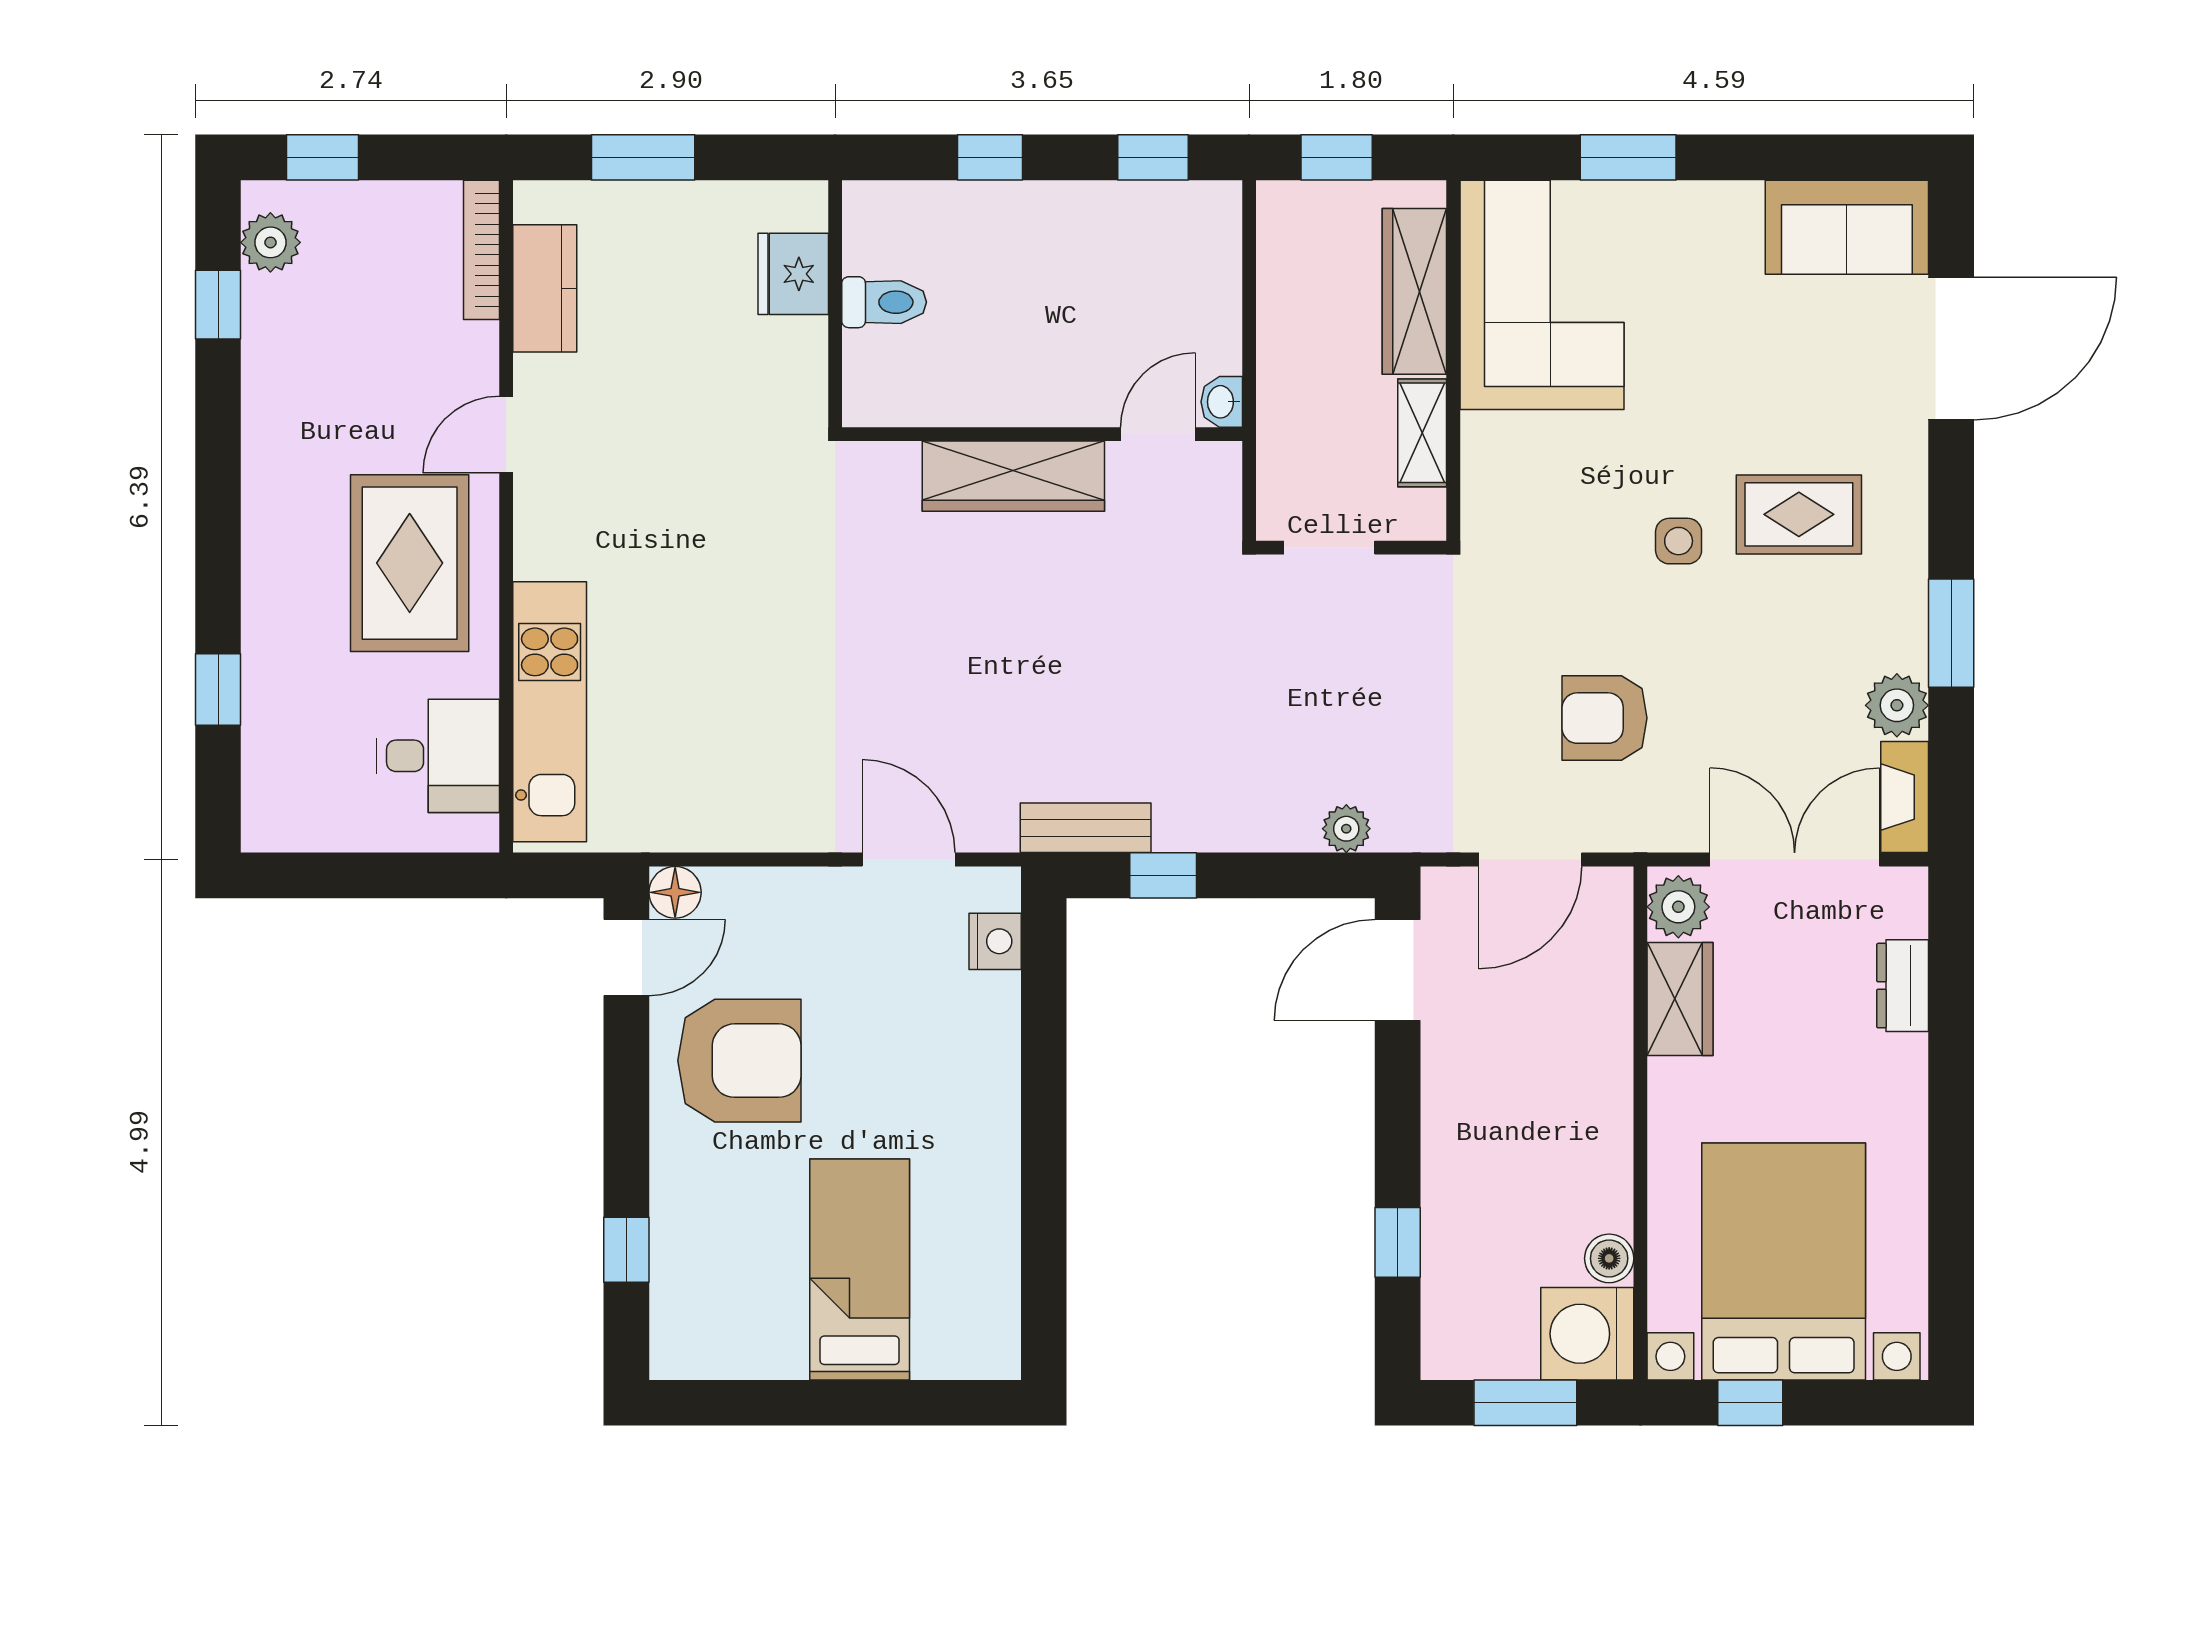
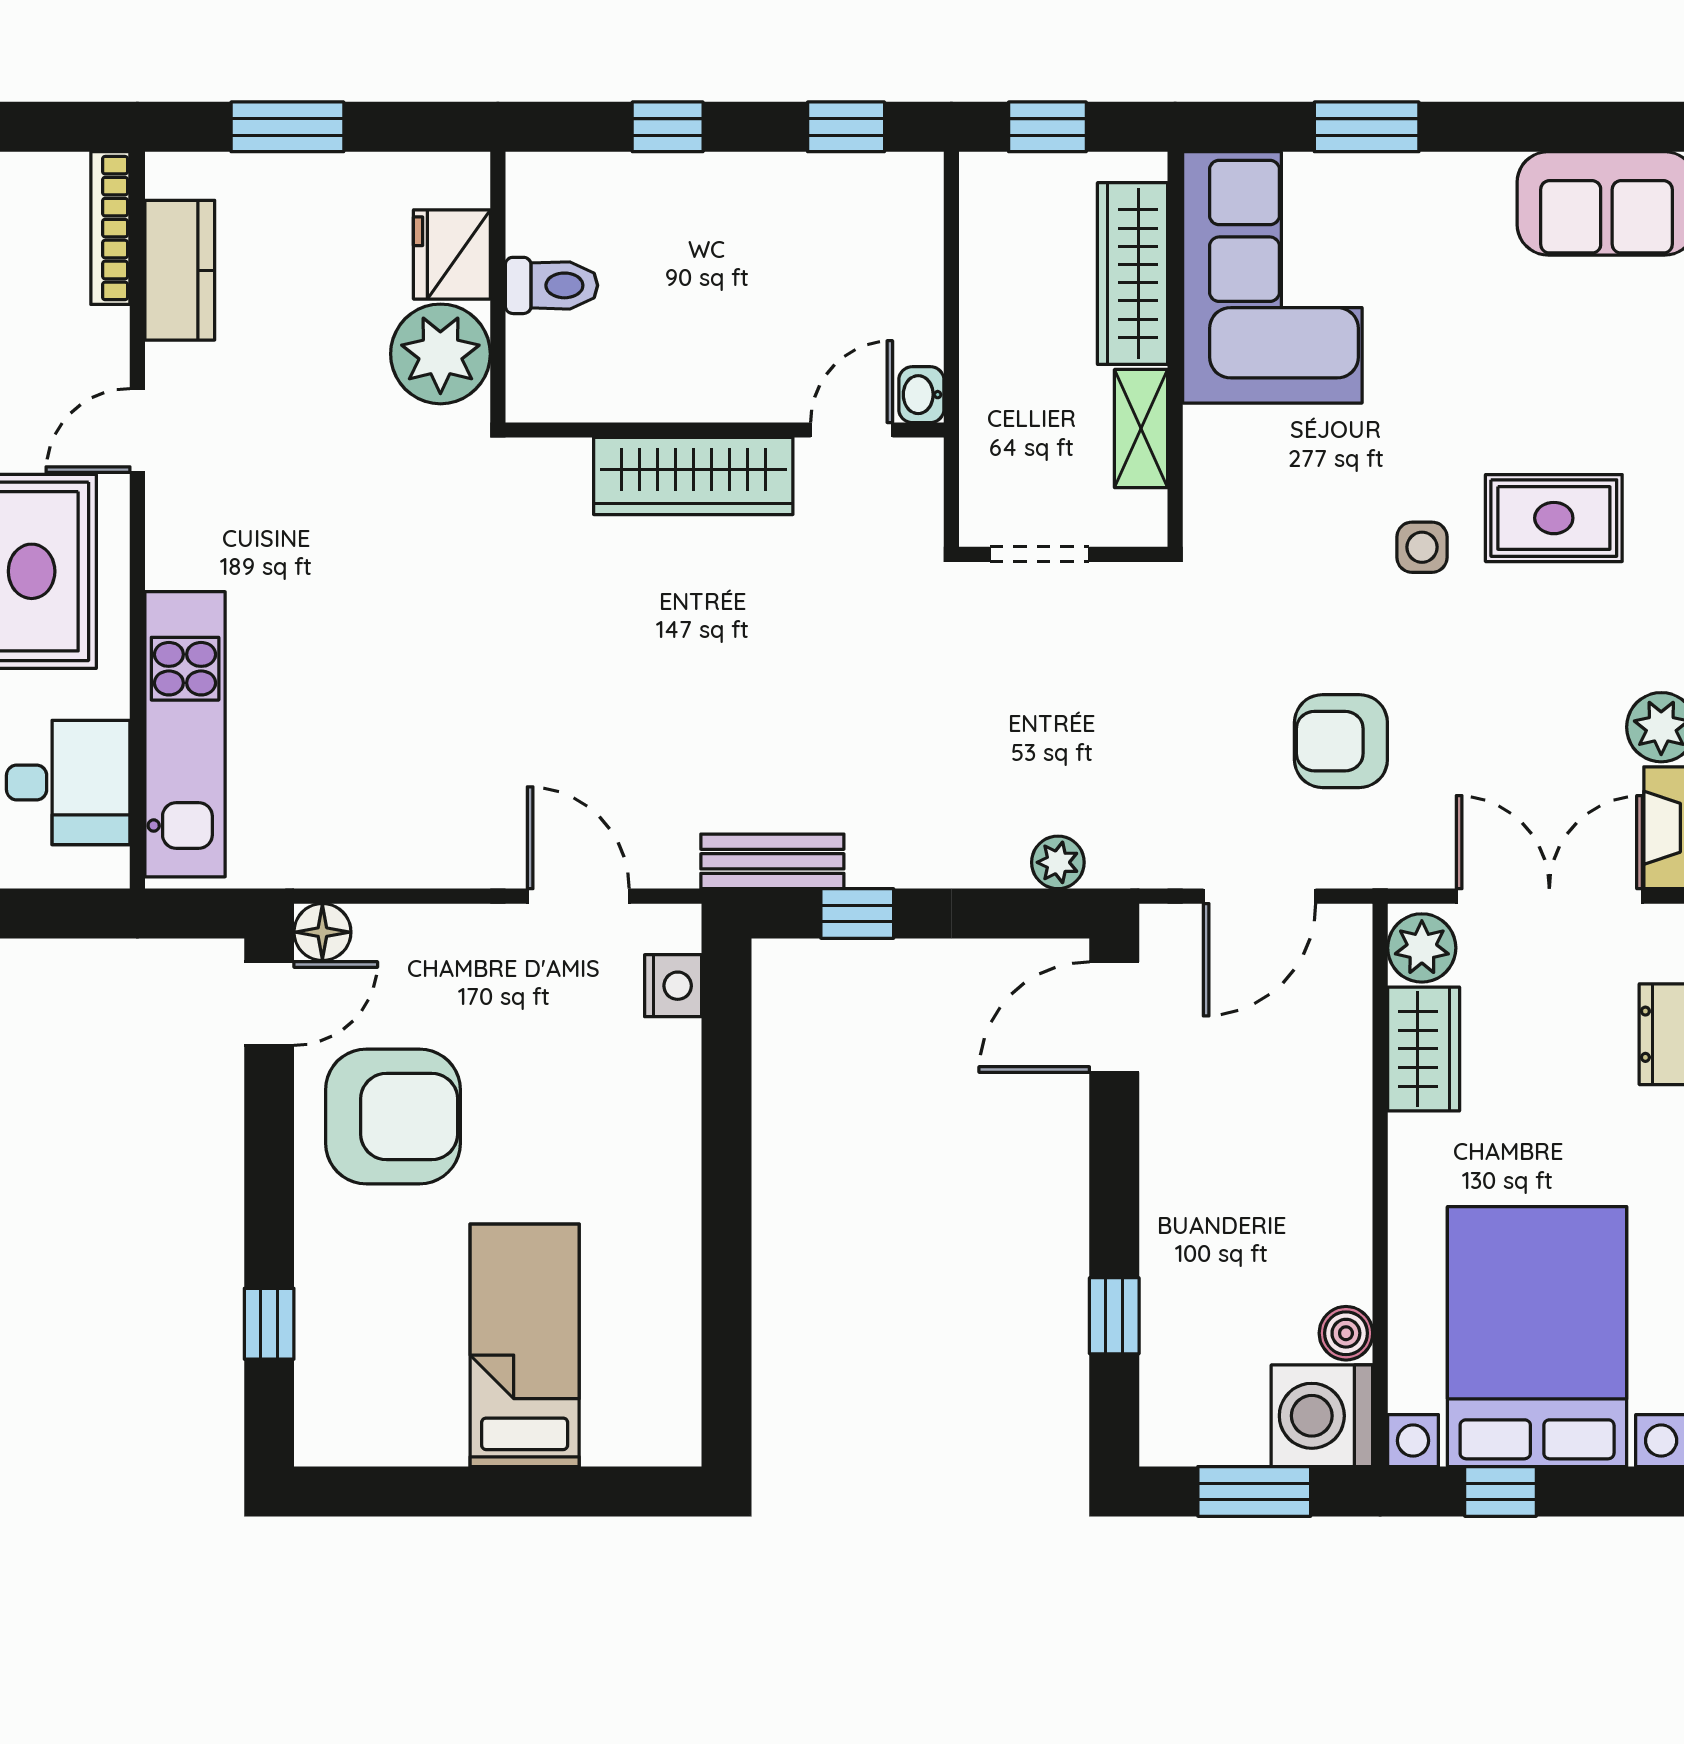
plant: (783, 365) -> (440, 354), added

